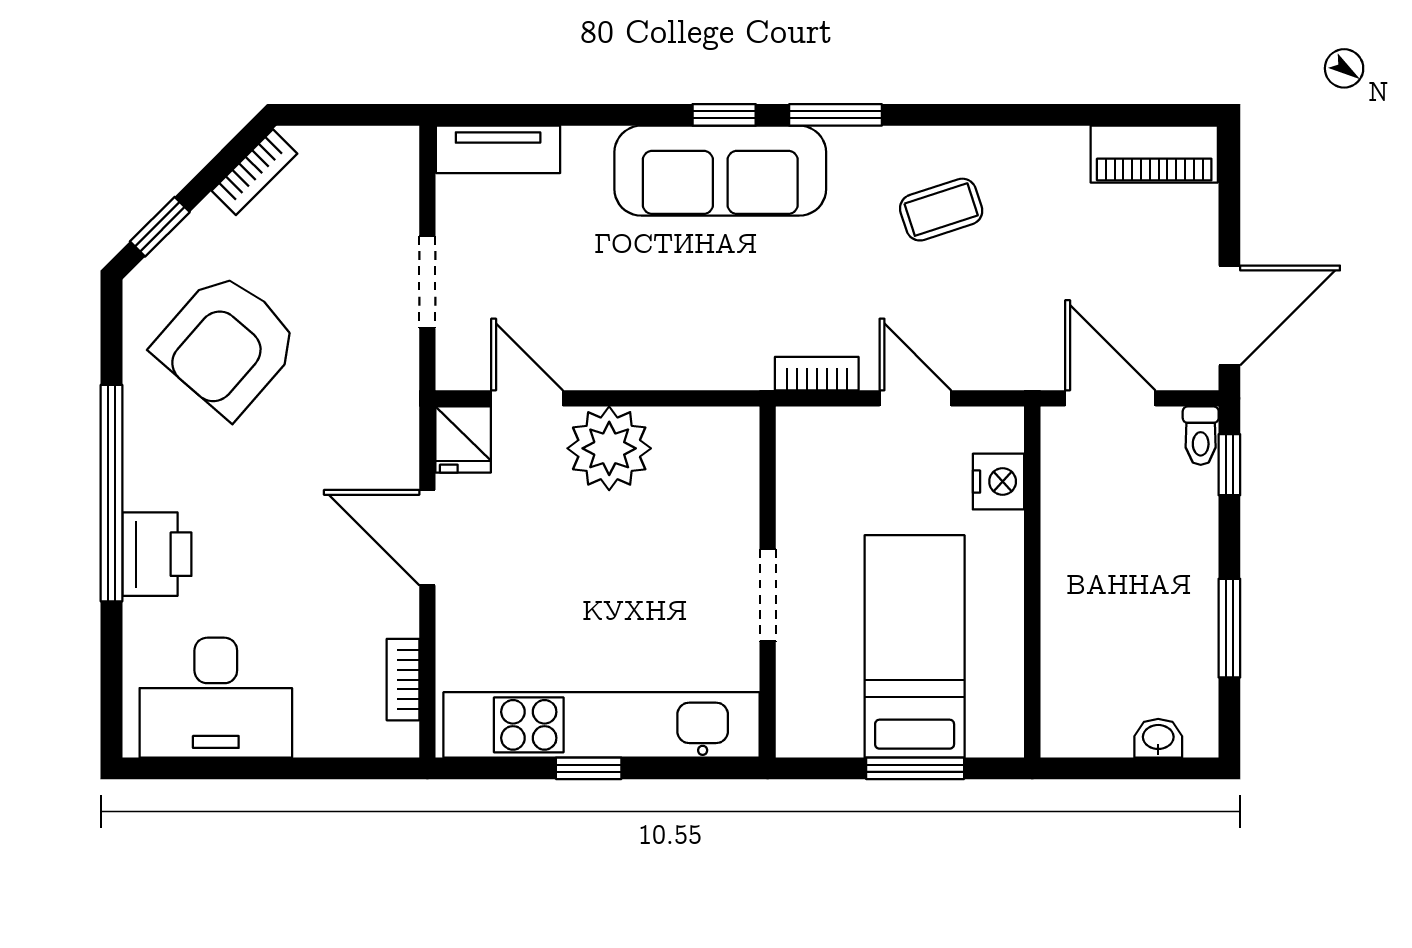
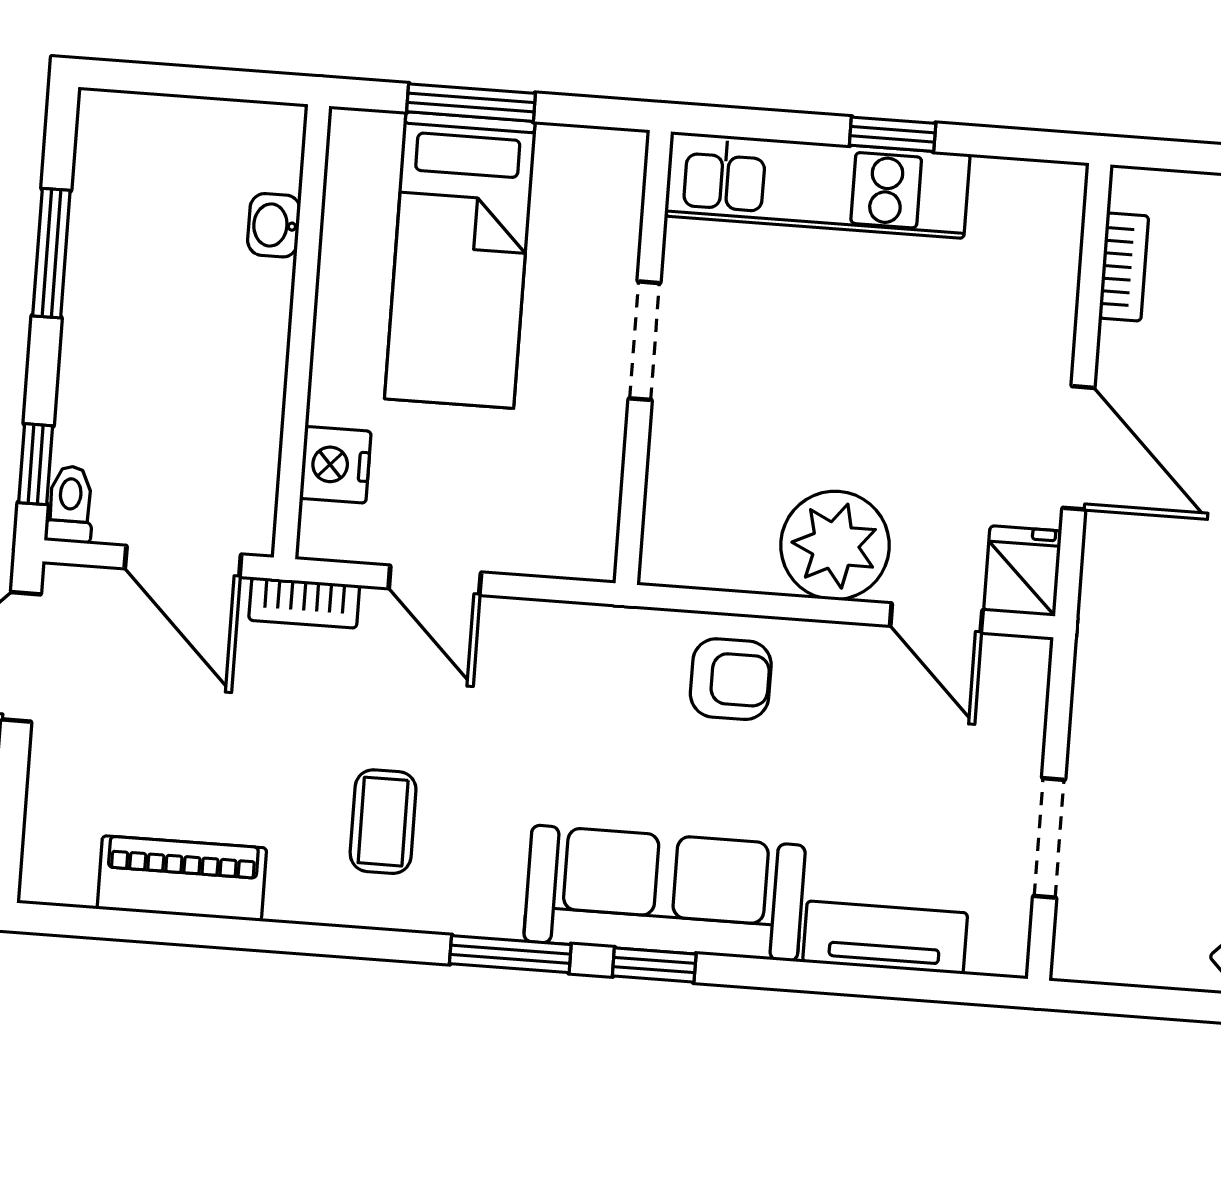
tv unit: (498, 149) -> (885, 938), moved
piano: (1154, 154) -> (182, 879), moved
coffee table: (941, 210) -> (383, 822), turned -72
doorway: (427, 282) -> (1049, 838), moved
armchair: (682, 339) -> (731, 679), added
bookcase: (817, 374) -> (304, 603), moved
kitchen unit: (601, 725) -> (817, 185), width x0.73
washbasin: (1158, 738) -> (274, 225), moved, turned 90

